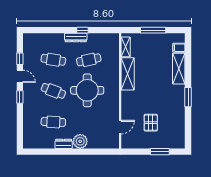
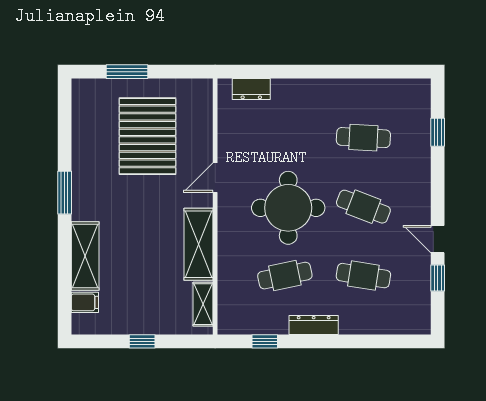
window: (82, 30) -> (265, 341), moved
window: (153, 30) -> (142, 341), width x0.46
window: (20, 97) -> (438, 132), moved
pallet: (151, 123) -> (147, 136), width x2.05, depth x2.00
door: (120, 127) -> (215, 178), moved
plant: (80, 141) -> (304, 95), removed
dresser: (64, 144) -> (251, 89), moved

